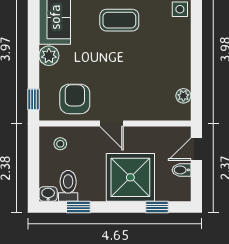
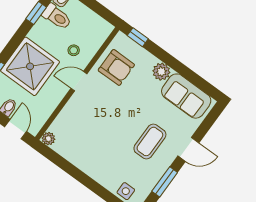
plant: (183, 96) -> (48, 139), moved
stool: (60, 144) -> (74, 50), moved

